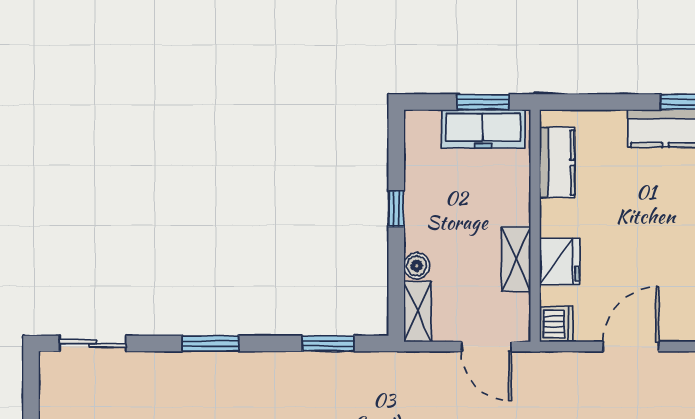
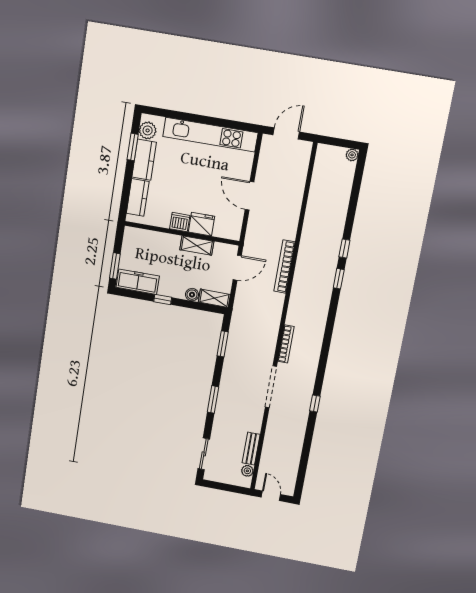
window: (483, 102) -> (115, 266), moved
freezer: (483, 129) -> (138, 282), moved, turned -90
kitchen counter: (557, 163) -> (138, 197), moved, turned 90
dishwasher: (556, 324) -> (180, 222), moved

